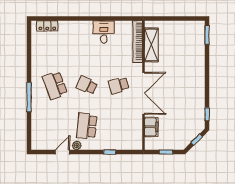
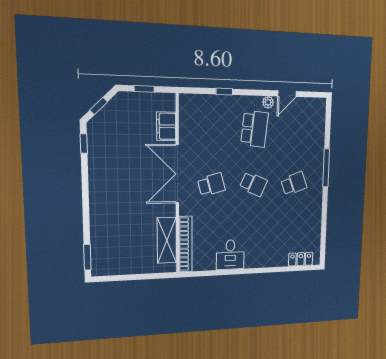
school desk: (55, 85) -> (294, 184), width x0.54

